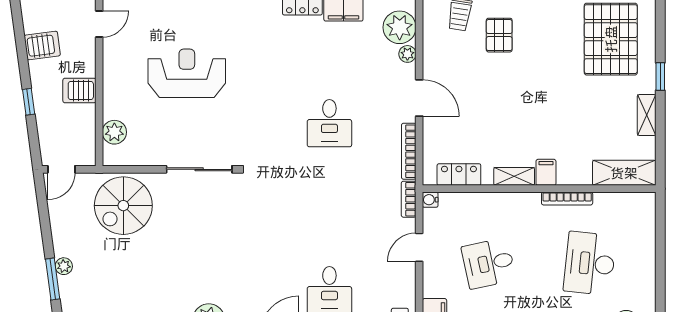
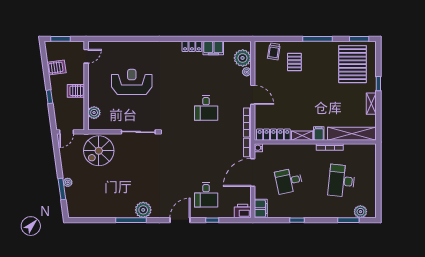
shelving: (624, 173) -> (352, 134), width x1.47
locker: (459, 175) -> (273, 135), width x1.53
door: (419, 247) -> (253, 173), width x1.88

